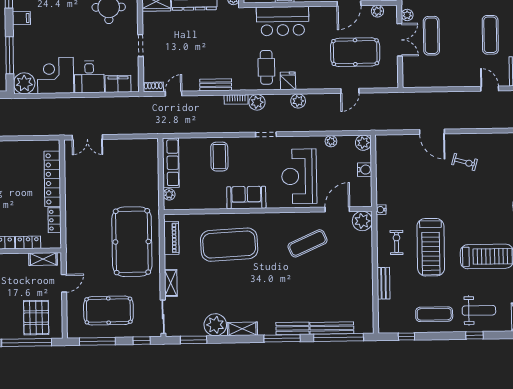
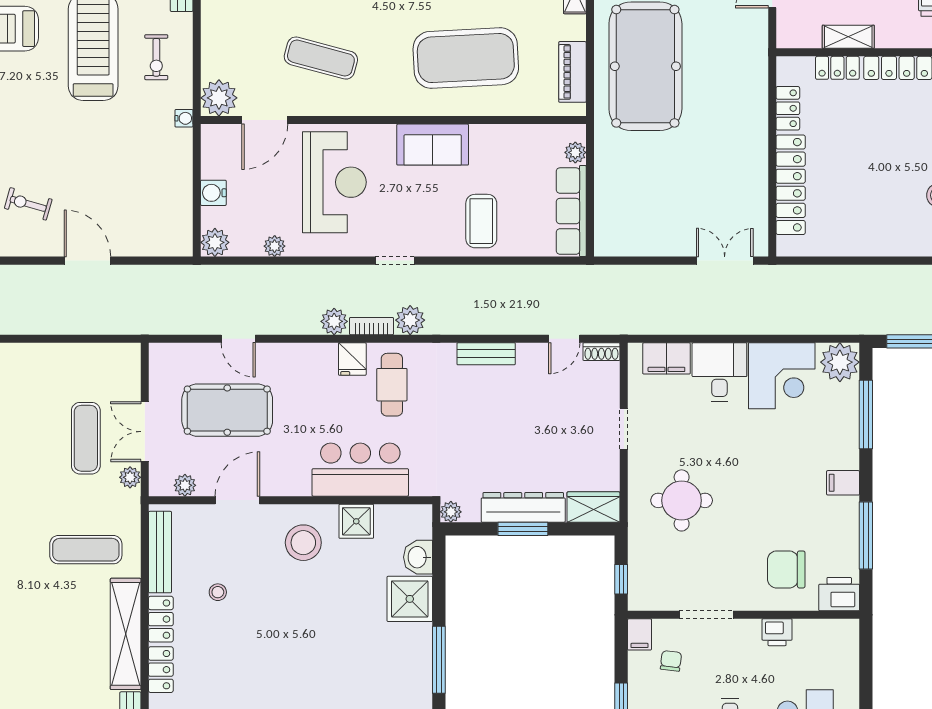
door: (350, 91) -> (238, 339), swing flipped
bookcase: (236, 99) -> (371, 326), moved
exercise mat: (307, 243) -> (321, 58), turned 39
shelving: (43, 259) -> (848, 37), moved

